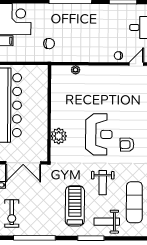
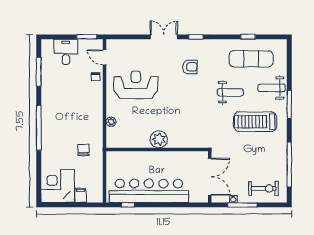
reception desk: (99, 134) -> (136, 85), moved
plant: (59, 136) -> (159, 139), moved
armchair: (127, 145) -> (190, 67), turned -88
weight bench: (107, 222) -> (272, 88), turned 90

